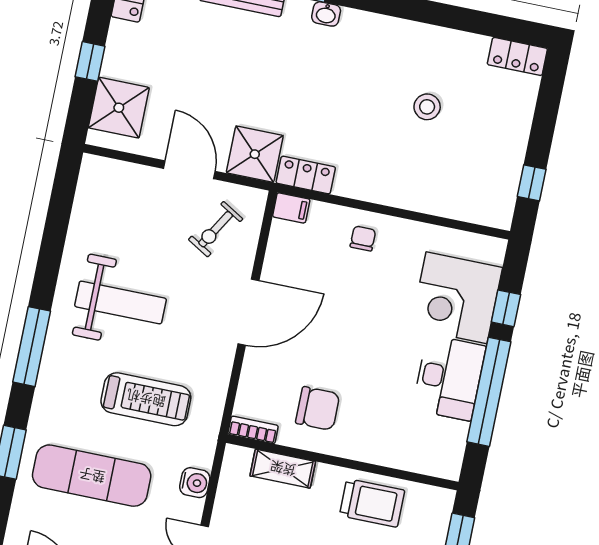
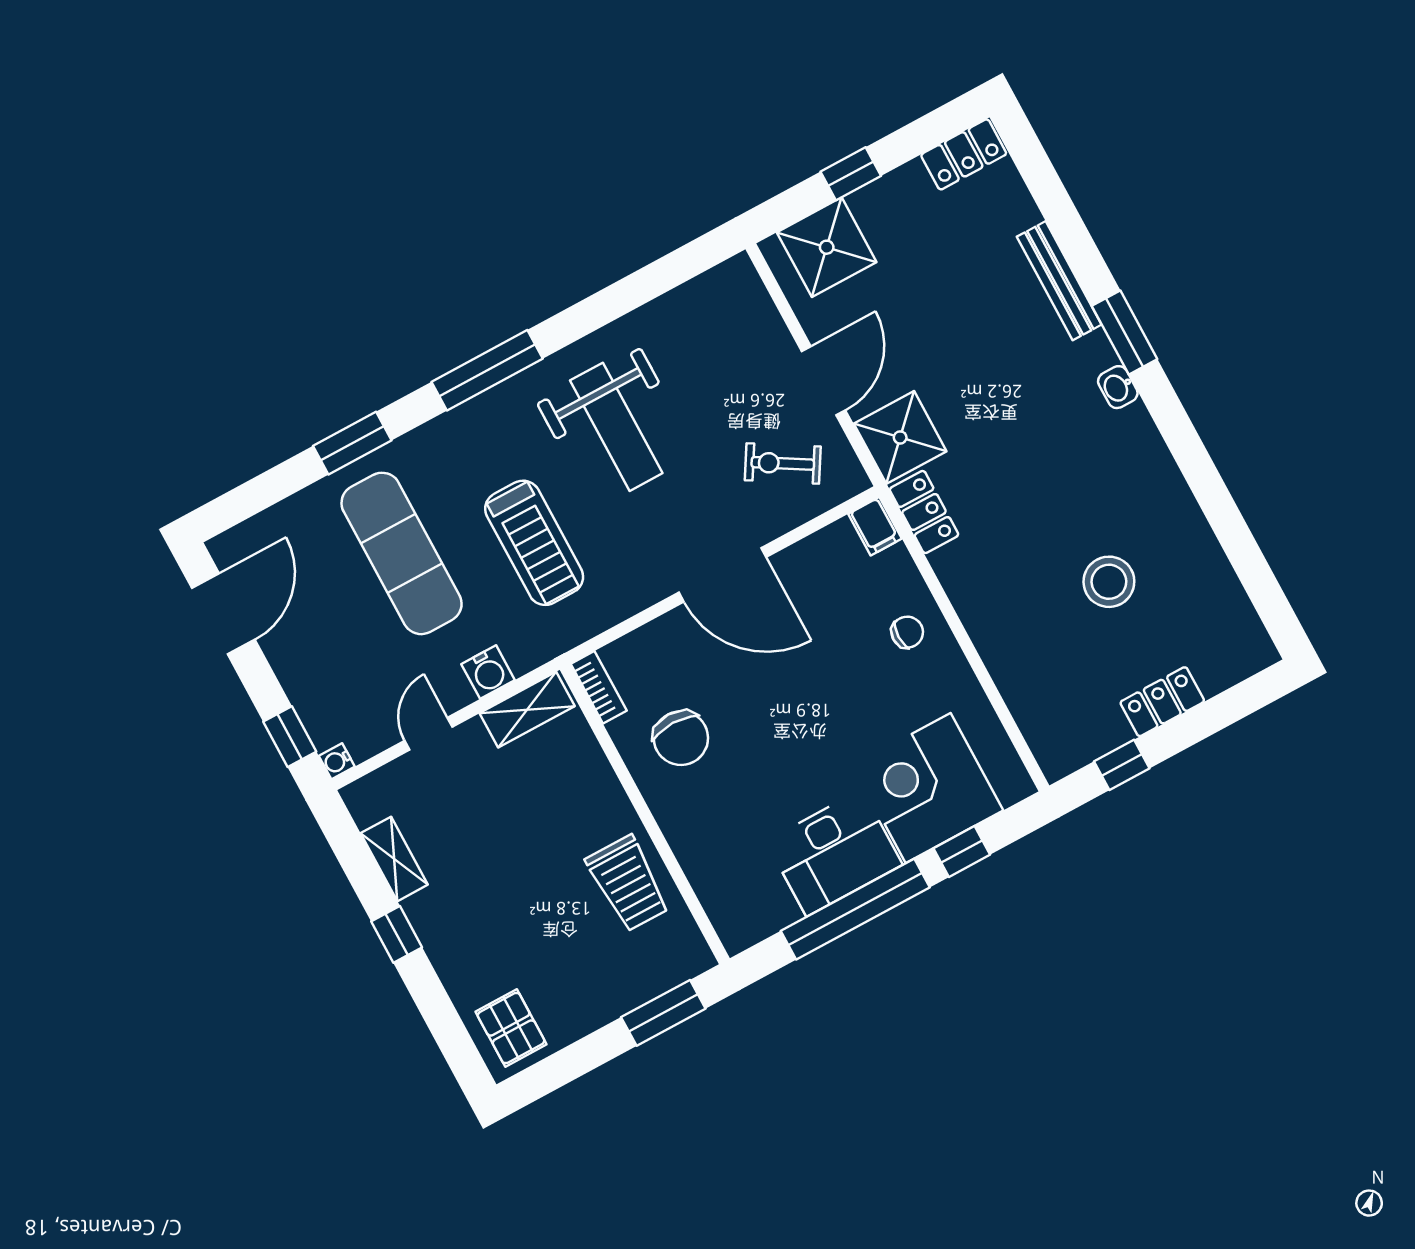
locker: (517, 56) -> (1162, 702), moved, turned 90
stool: (427, 107) -> (1109, 582), width x1.38, depth x1.38
shelving: (283, 469) -> (527, 710), moved, turned 90

